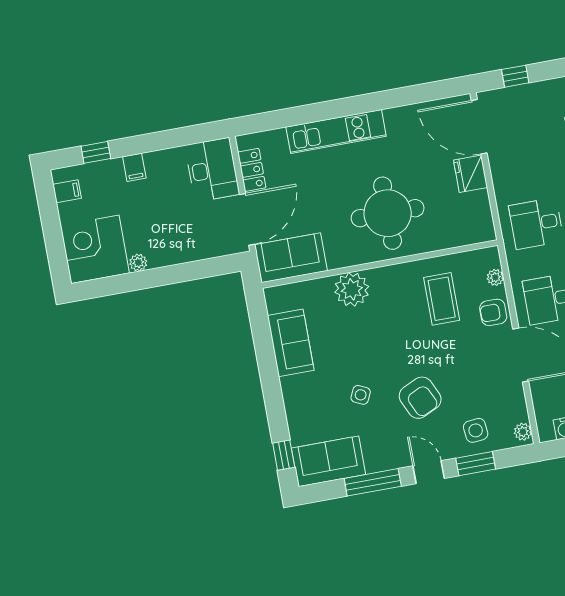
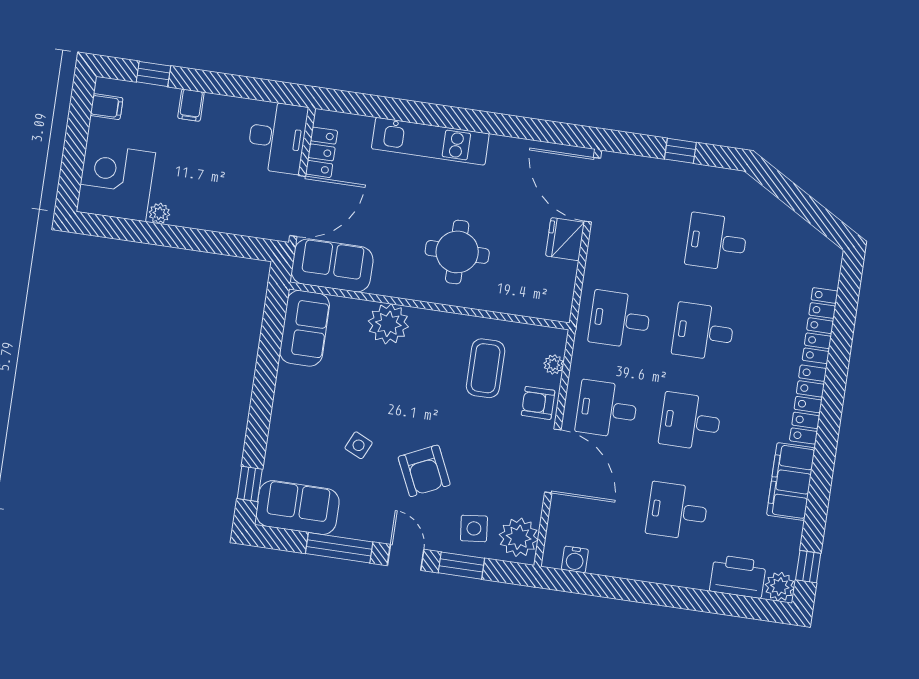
window: (515, 76) -> (680, 151), moved
round table: (388, 213) -> (457, 252), width x0.73, depth x0.73
sofa: (291, 343) -> (305, 328), moved
plant: (523, 432) -> (519, 537), width x1.87, depth x1.87

